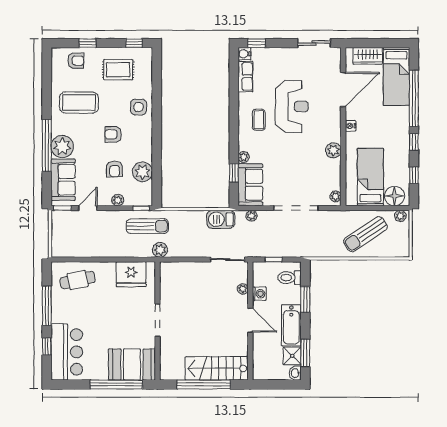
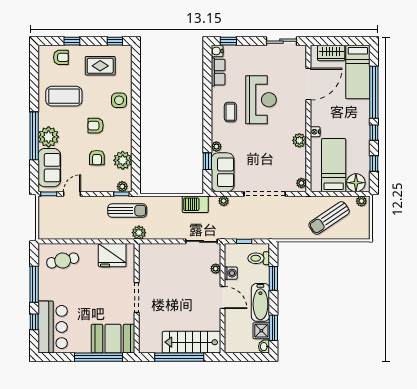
nightstand: (350, 126) -> (315, 132), moved
plant: (118, 200) -> (122, 187), moved

